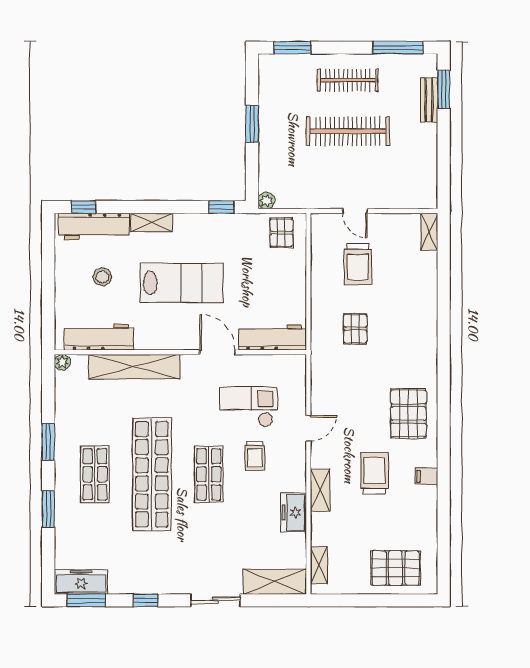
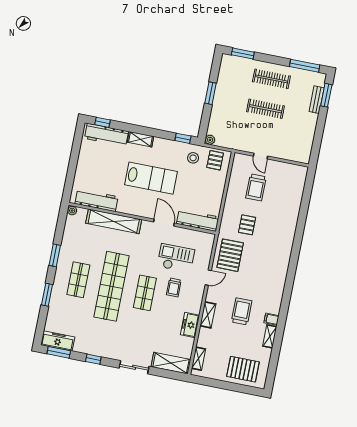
clothes rail: (348, 131) -> (266, 109), width x0.73, depth x0.76
shelving: (429, 232) -> (270, 336), moved
stool: (102, 277) -> (193, 158), moved
pallet: (408, 414) -> (230, 255), moved

